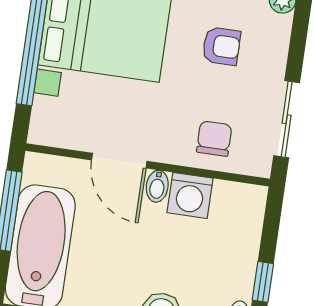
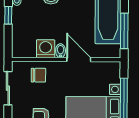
chair: (214, 139) -> (38, 75), turned -90

